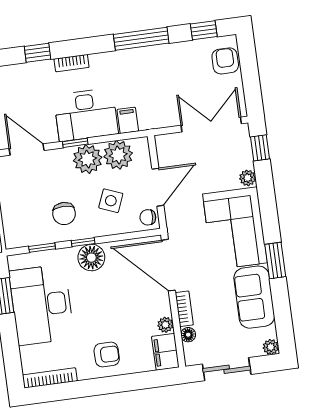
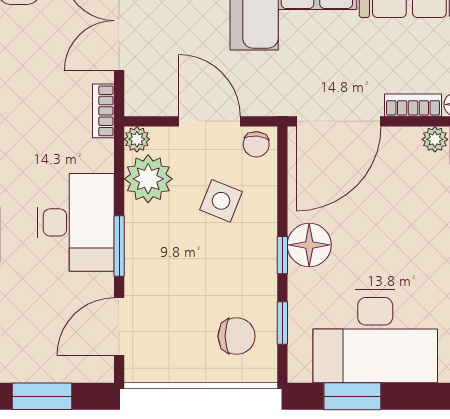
filing cabinet: (128, 120) -> (94, 156), removed
bookcase: (156, 122) -> (103, 111), added
window: (75, 143) -> (119, 246), width x1.50
plant: (88, 159) -> (137, 139), moved, width x0.53, depth x0.53
chair: (64, 214) -> (237, 336), moved

